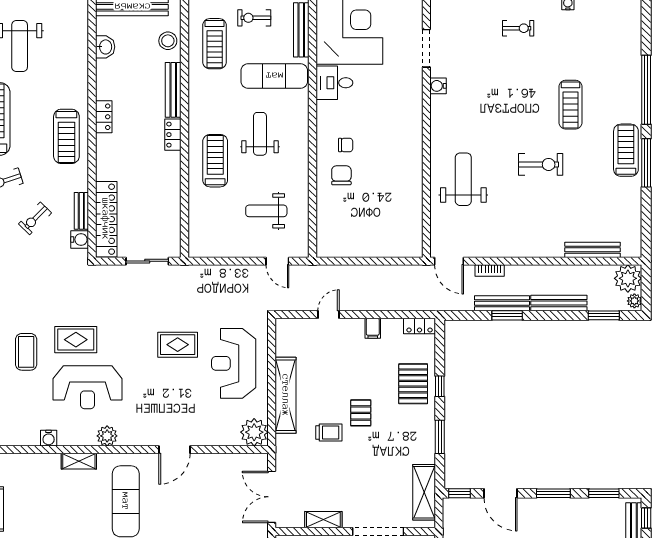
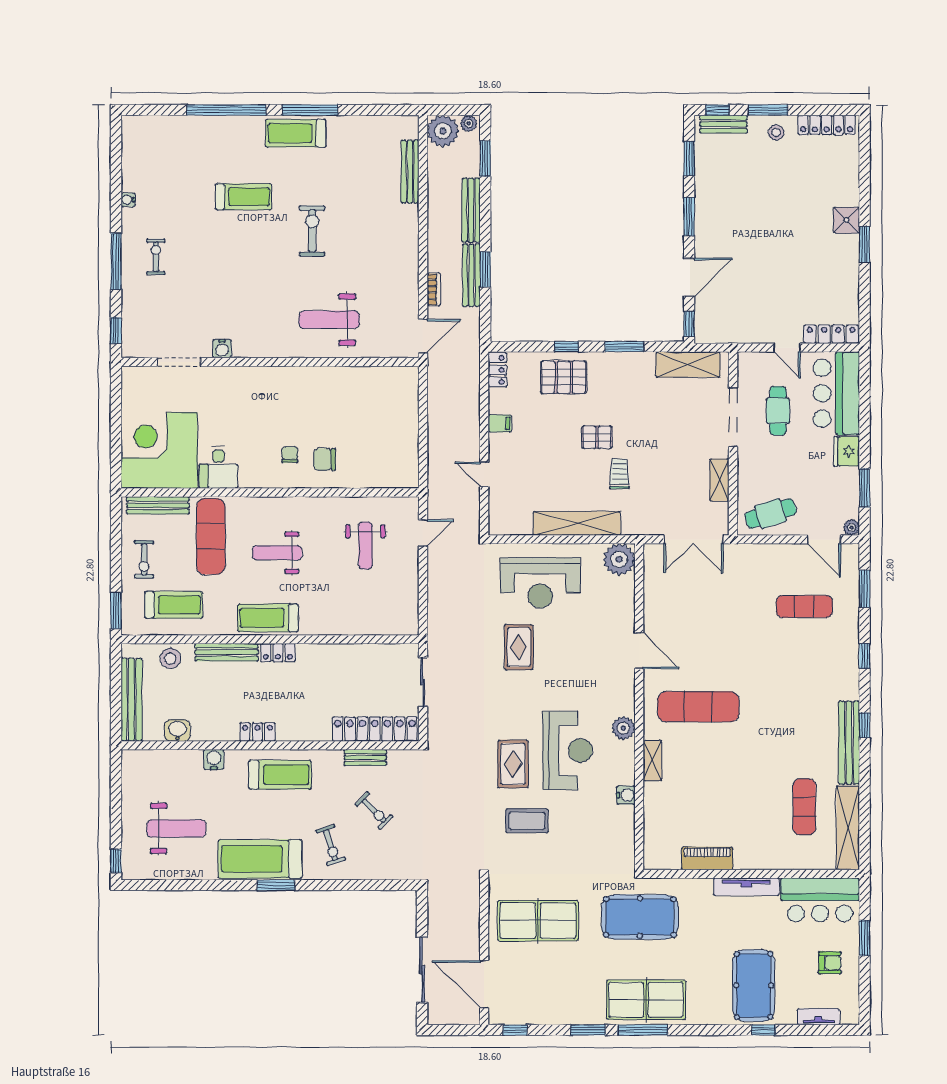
treadmill: (215, 161) -> (268, 618), moved
water cooler: (80, 240) -> (214, 760), moved

